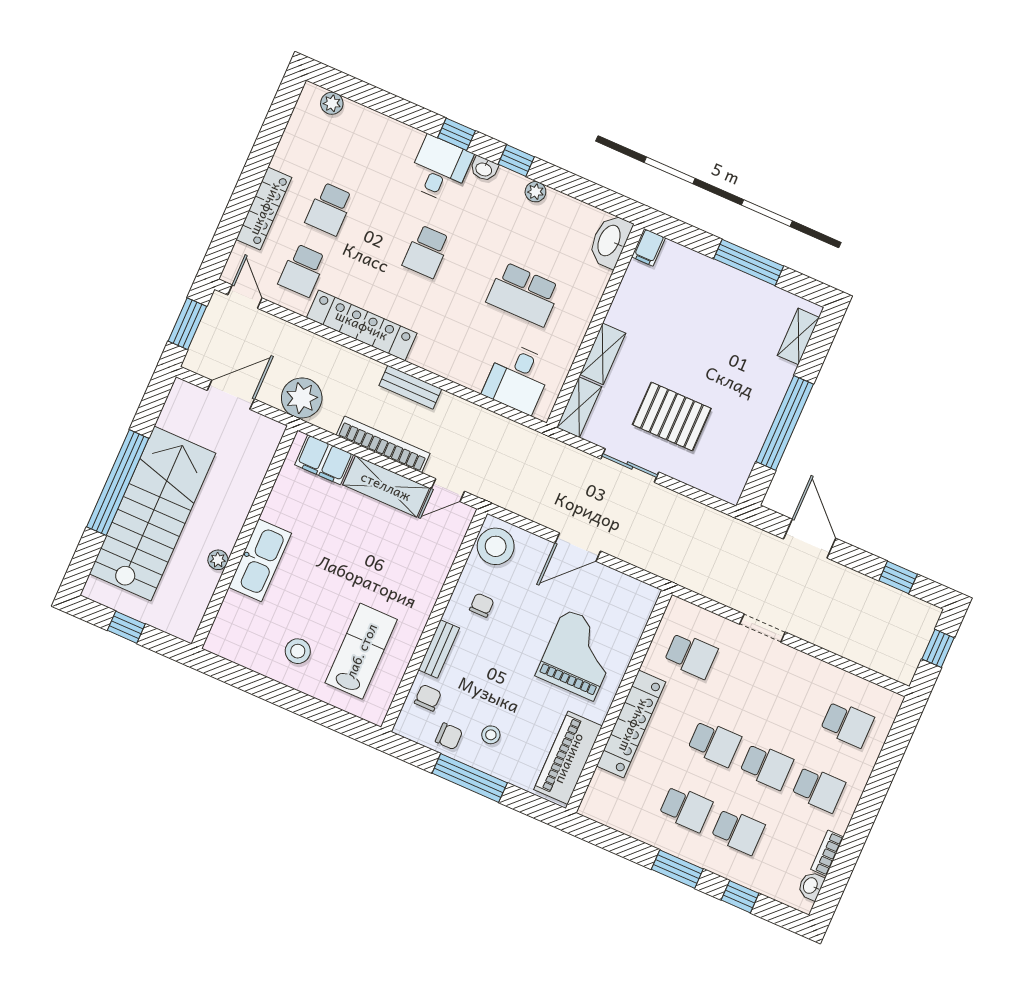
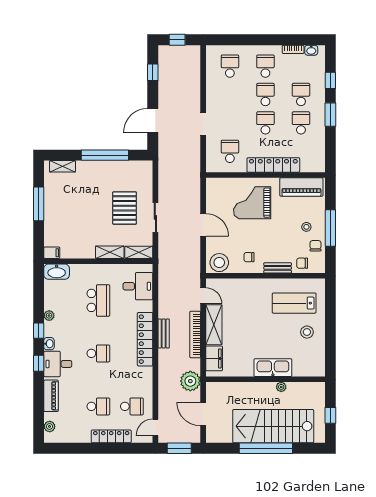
piano: (387, 131) -> (51, 396), added
locker: (362, 325) -> (145, 339), moved

